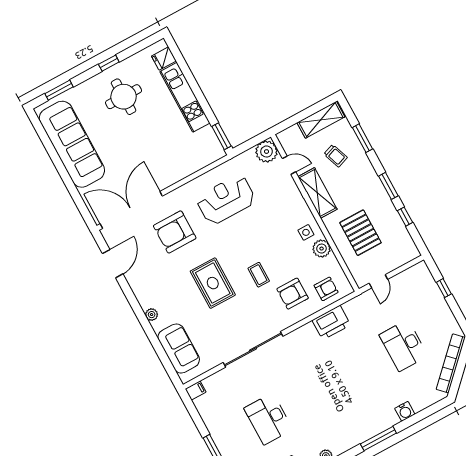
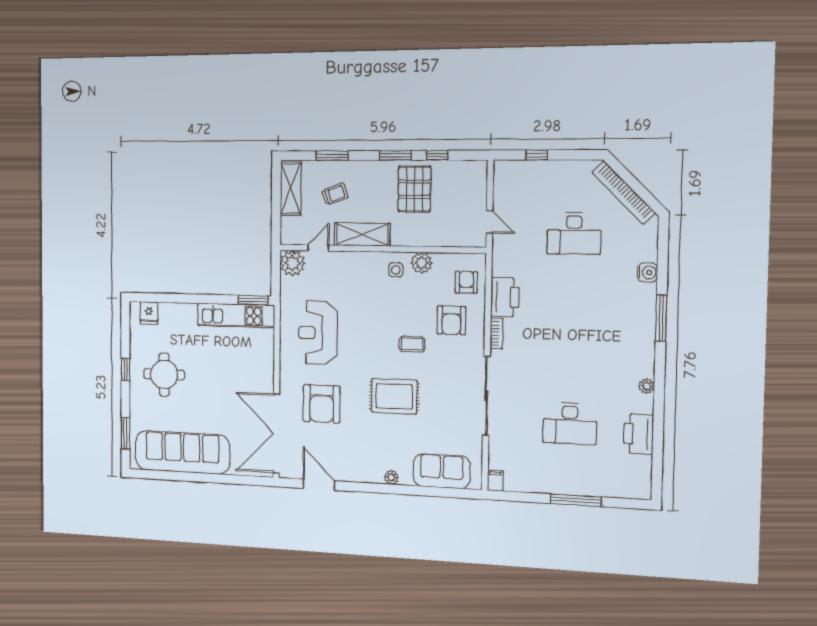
kitchen unit: (185, 97) -> (236, 315), moved
pallet: (360, 233) -> (414, 189), moved, turned 90
bookcase: (302, 331) -> (497, 334), added

